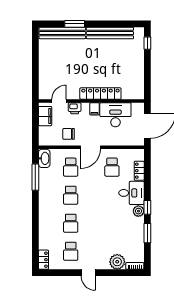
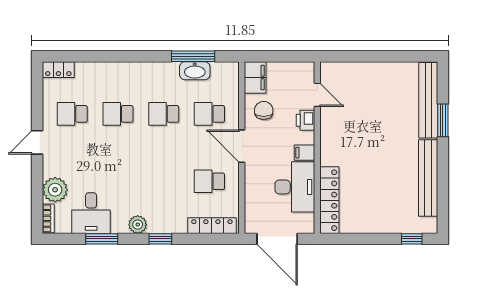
locker: (100, 94) -> (329, 200), moved
filing cabinet: (45, 116) -> (255, 78), moved, turned -90
washbasin: (44, 158) -> (195, 71), moved
locker: (139, 171) -> (212, 226), width x1.53
desk: (131, 193) -> (91, 213), moved
window: (147, 207) -> (160, 239), moved

